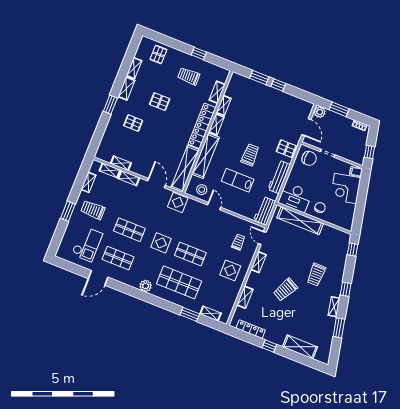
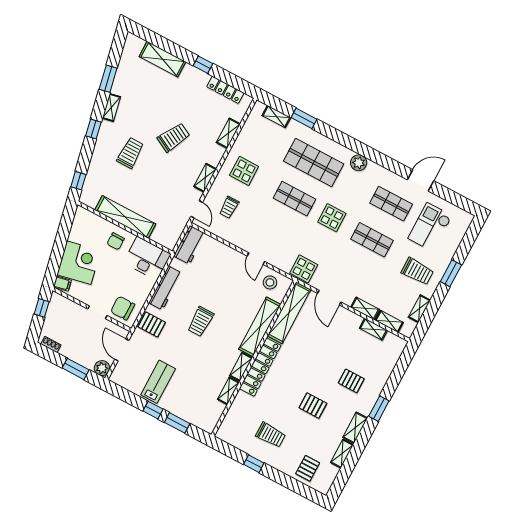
shelving: (217, 92) -> (235, 409), removed
lab bench: (238, 180) -> (158, 382), moved, turned -90
shelving: (300, 221) -> (125, 217), moved

